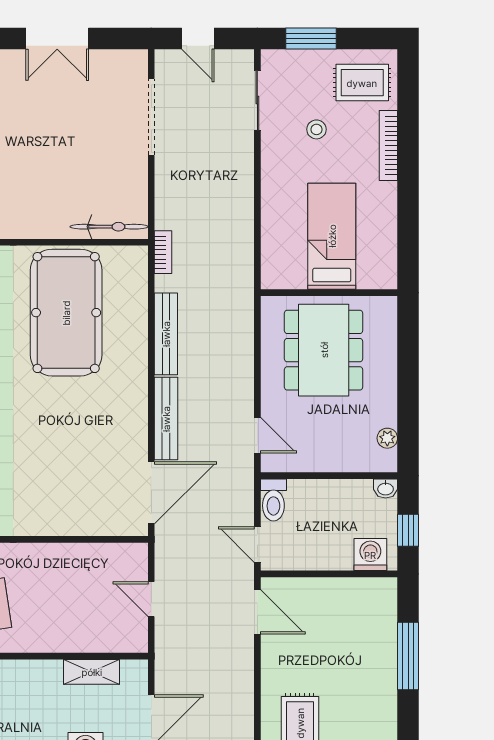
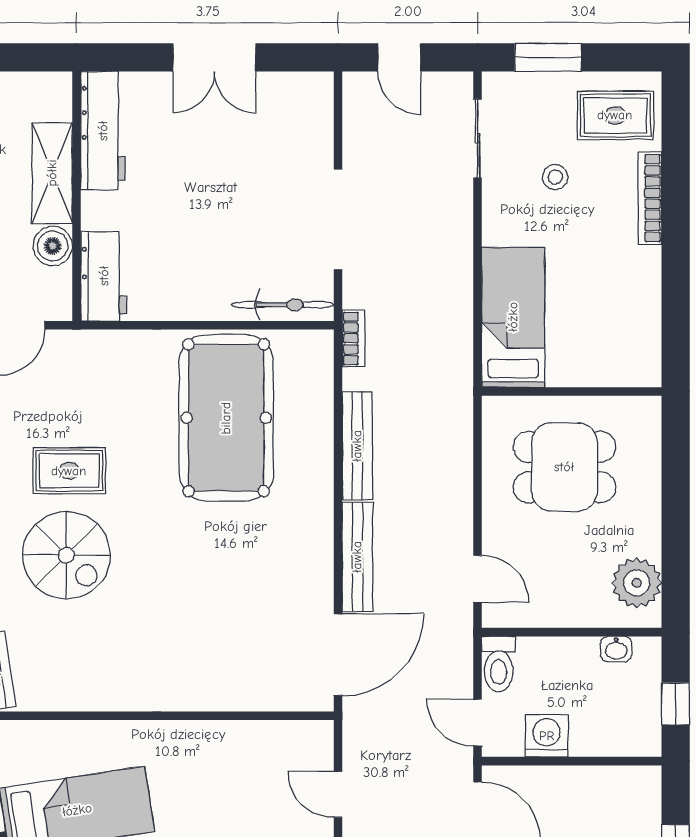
doorway: (151, 117) -> (338, 220), moved
bed: (332, 236) -> (513, 317), moved
dining table: (324, 350) -> (564, 467), width x0.73
plant: (387, 438) -> (637, 583), width x1.88, depth x1.88
washbasin: (386, 489) -> (616, 649), moved
washing machine: (370, 555) -> (547, 736), moved

